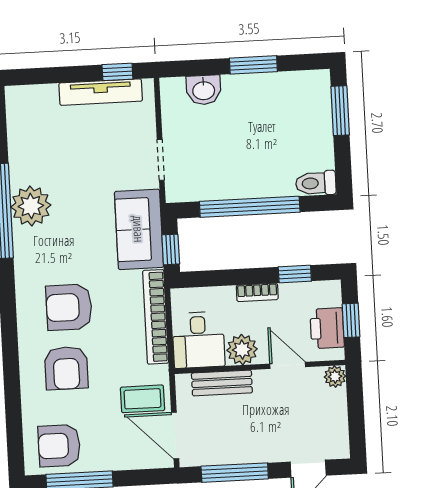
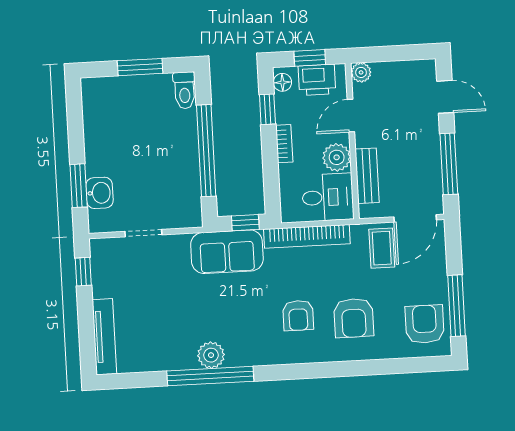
window: (253, 65) -> (79, 186), moved
tv unit: (101, 92) -> (104, 337), moved
window: (340, 111) -> (140, 67), moved
doorway: (161, 160) -> (143, 233), moved
plant: (31, 206) -> (211, 355), width x0.73, depth x0.73
floor lamp: (324, 290) -> (282, 82), added
armchair: (69, 307) -> (298, 315), width x0.72, depth x0.72
armchair: (66, 368) -> (354, 318), turned 90
armchair: (59, 446) -> (425, 324), turned 180

